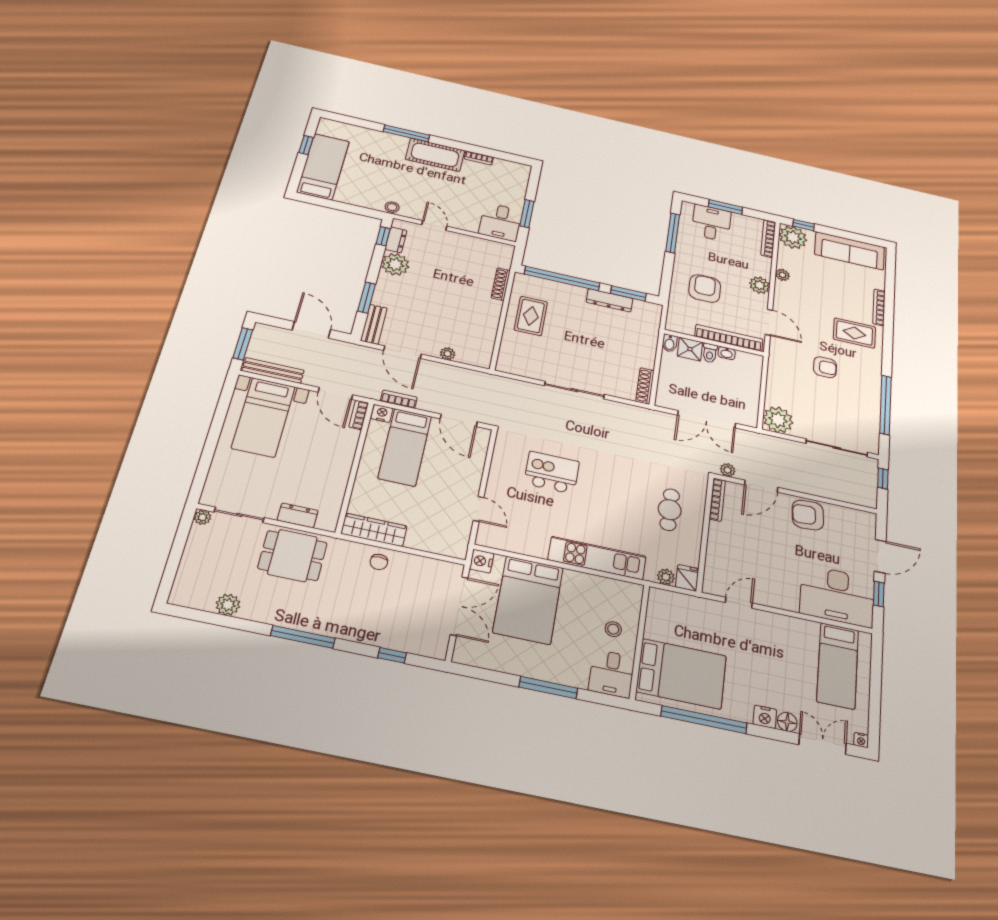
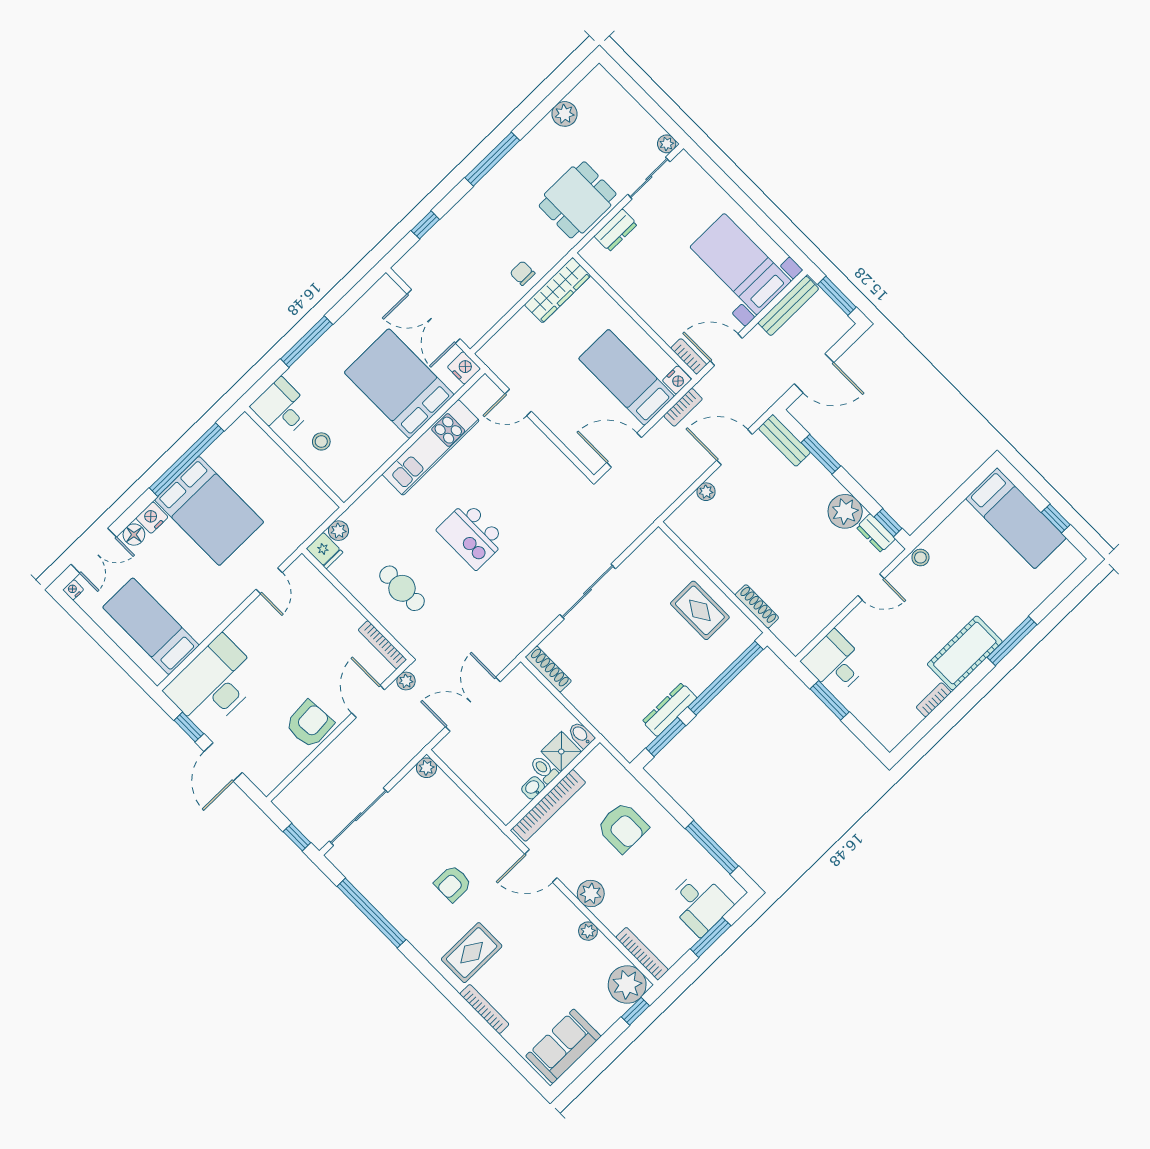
sofa: (850, 251) -> (563, 1046), width x0.73
plant: (778, 420) -> (427, 768), width x0.53, depth x0.53
kitchen island: (552, 473) -> (472, 535), moved, turned 90
kitchen unit: (597, 558) -> (431, 447), moved
bed: (681, 674) -> (209, 511), moved, turned -90

